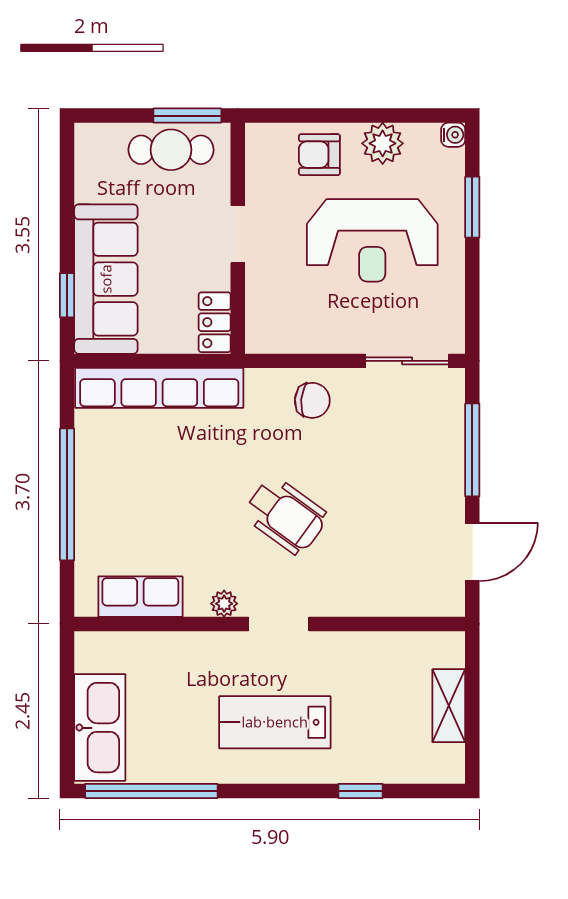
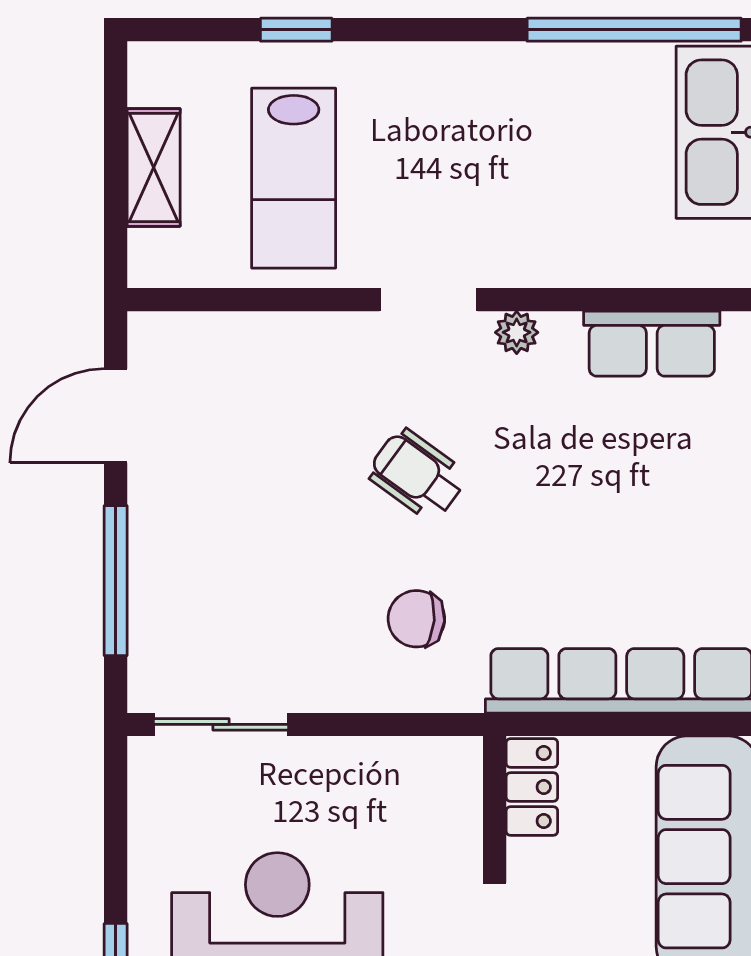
chair: (312, 400) -> (416, 619), moved
wheelchair: (286, 515) -> (417, 475), width x0.73, depth x0.73
lab bench: (275, 722) -> (294, 178), moved, turned 90

